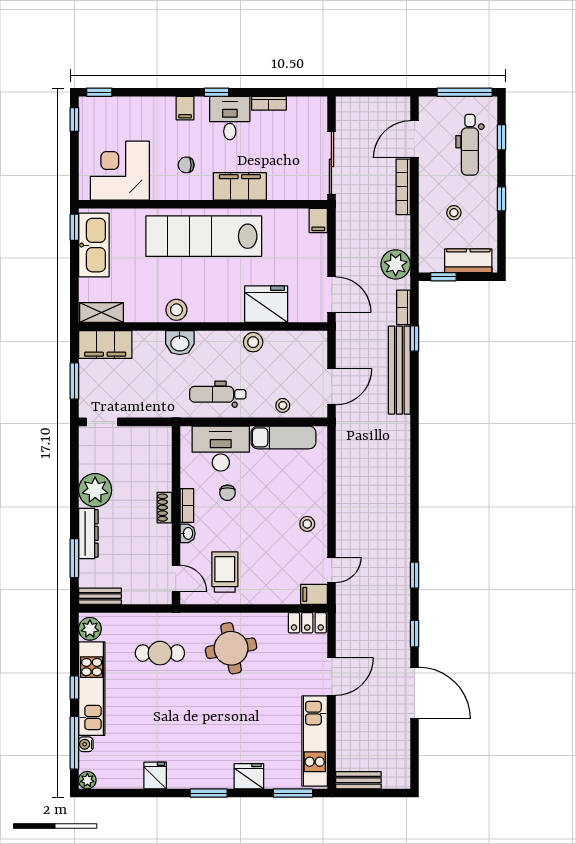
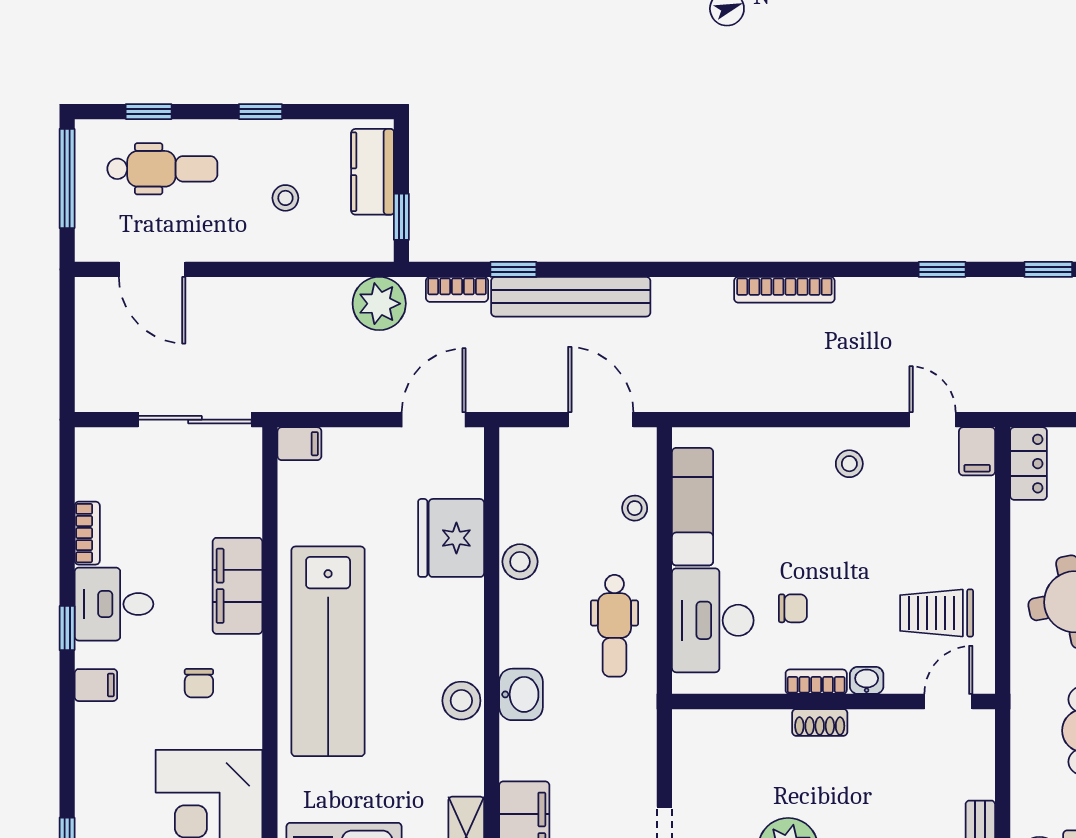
bookcase: (403, 187) -> (784, 290), moved

